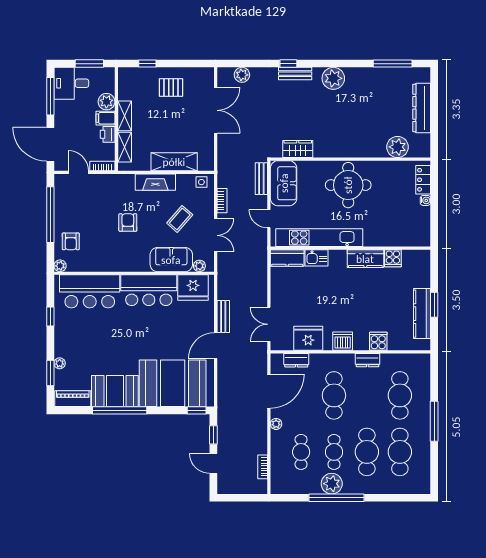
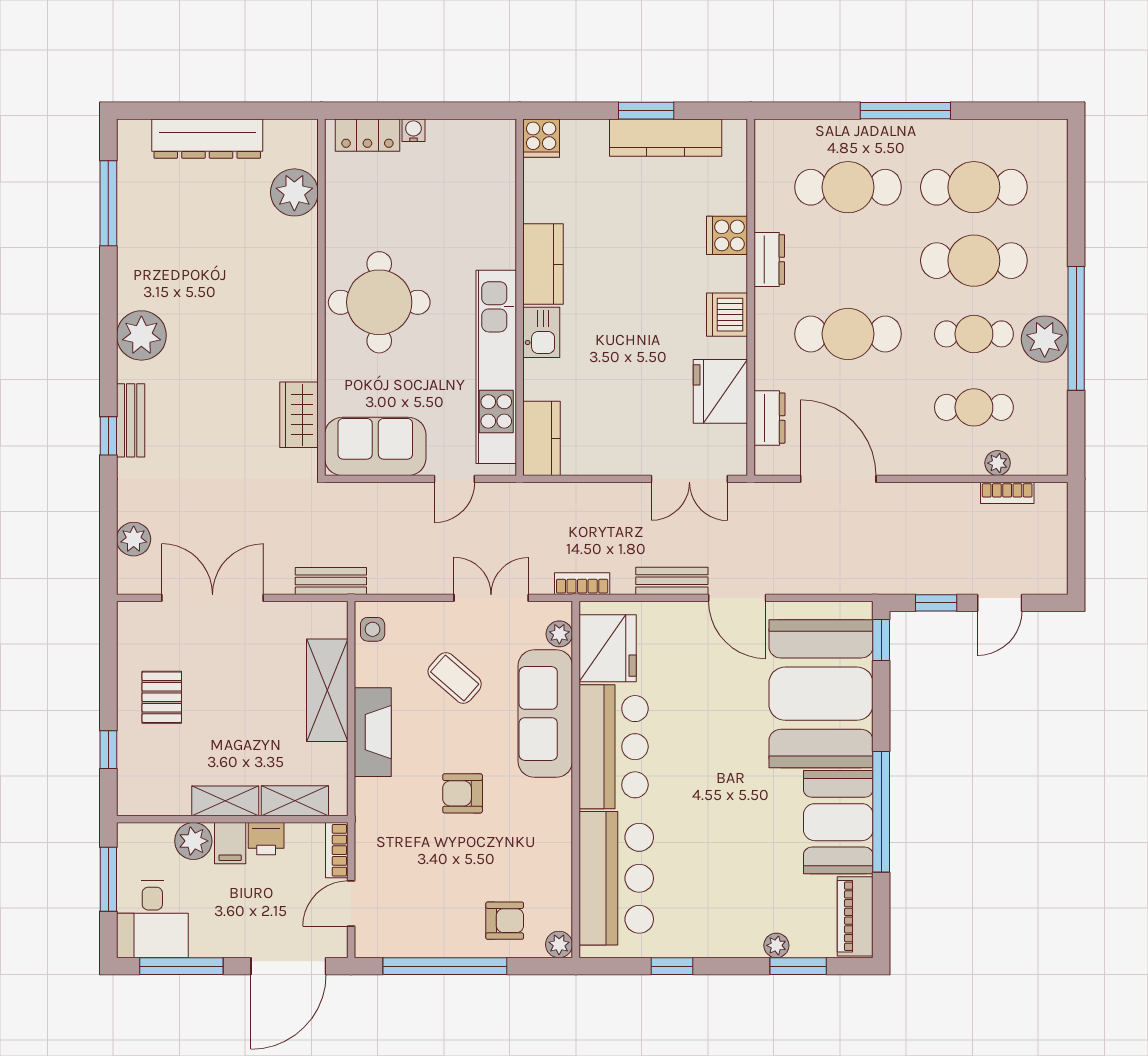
bench: (261, 179) -> (331, 581), moved
bookcase: (222, 201) -> (582, 584), moved
kitchen sink: (317, 258) -> (541, 332), moved
cooker: (393, 258) -> (541, 138), moved, turned 90
sofa: (171, 260) -> (545, 713), width x1.36
plant: (276, 424) -> (998, 463), moved

